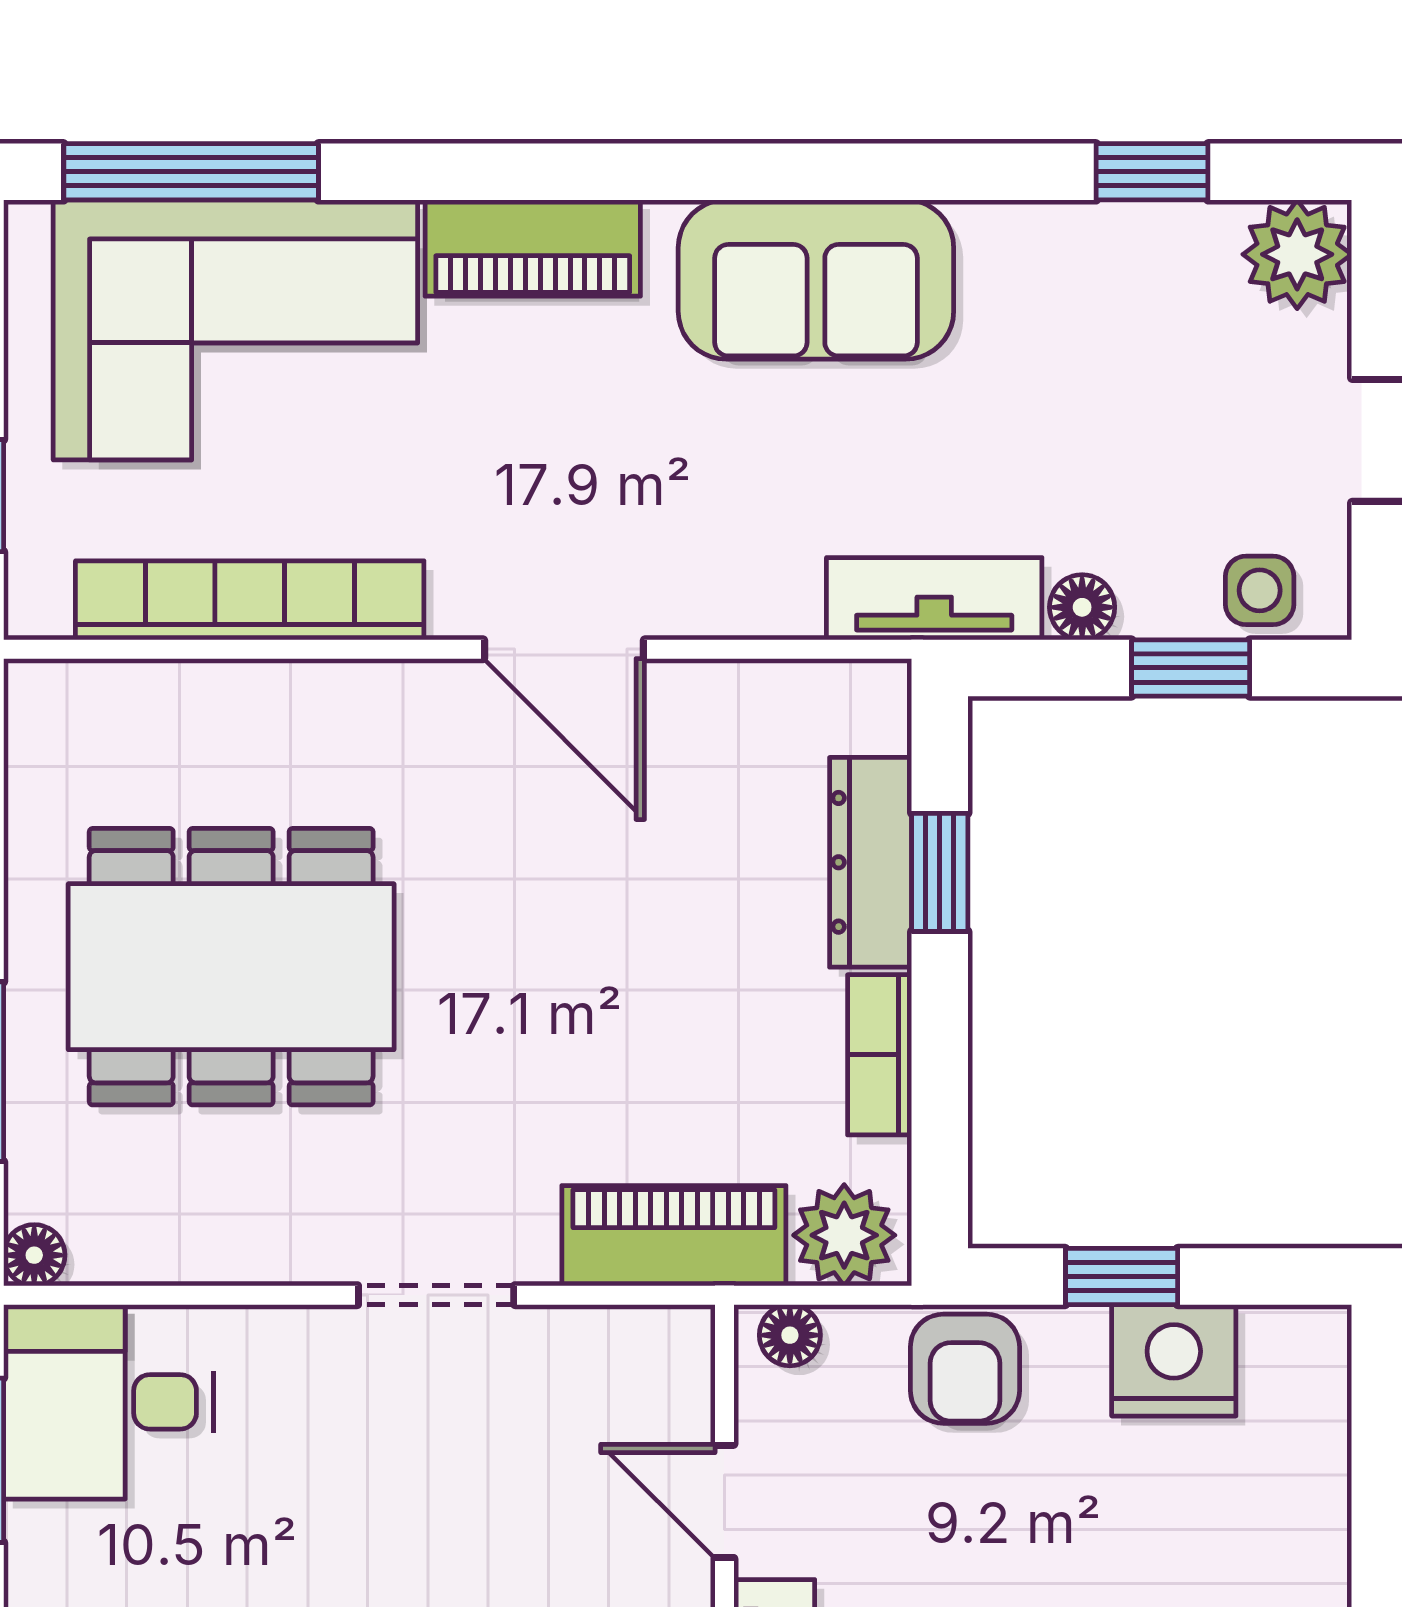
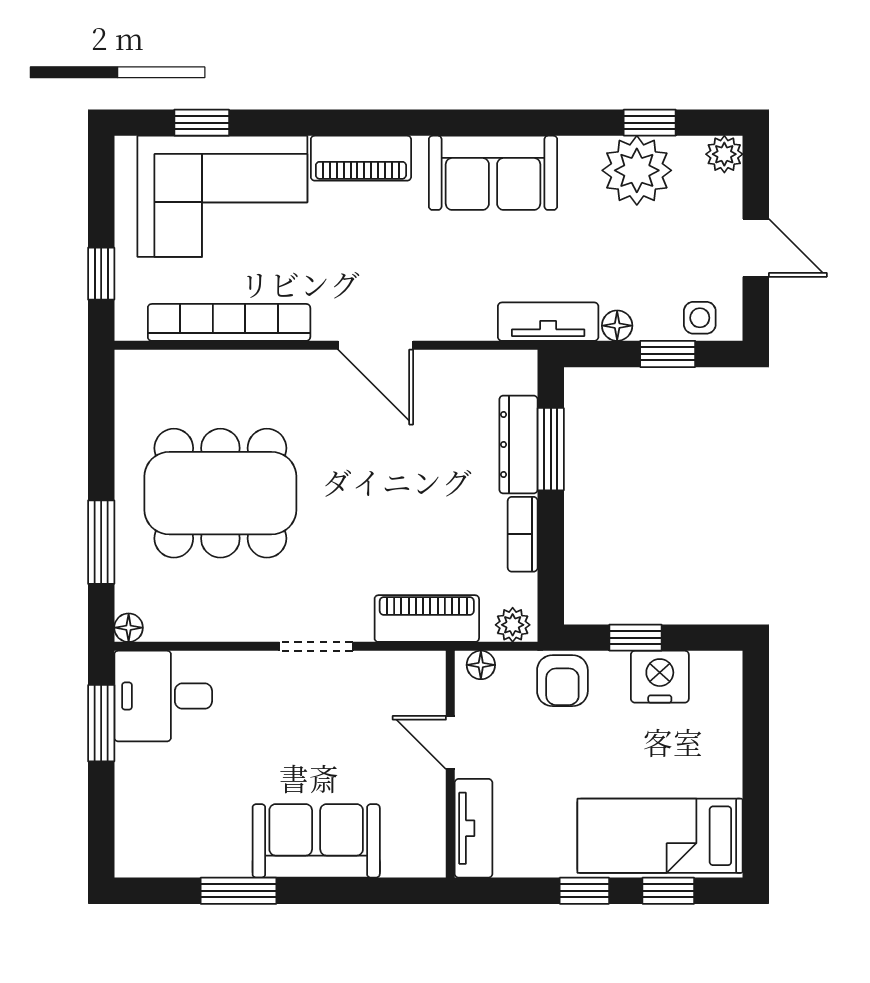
window: (191, 172) -> (202, 123), width x0.46
plant: (1297, 254) -> (724, 154), width x0.73, depth x0.73
plant: (1124, 274) -> (637, 170), added
window: (940, 872) -> (551, 449), width x1.50
plant: (844, 1235) -> (513, 625), width x0.73, depth x0.73

